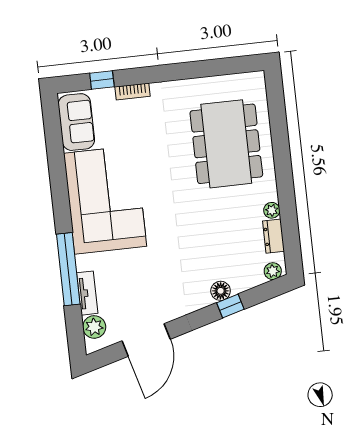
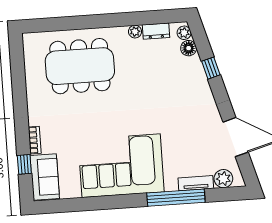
sofa: (76, 122) -> (45, 177), moved, turned 90
floor lamp: (221, 291) -> (189, 48), moved

